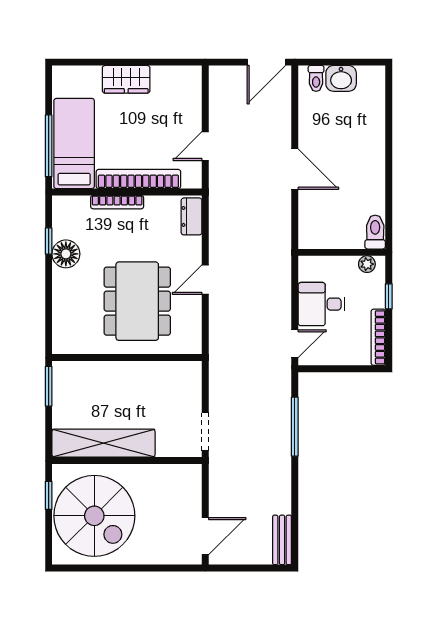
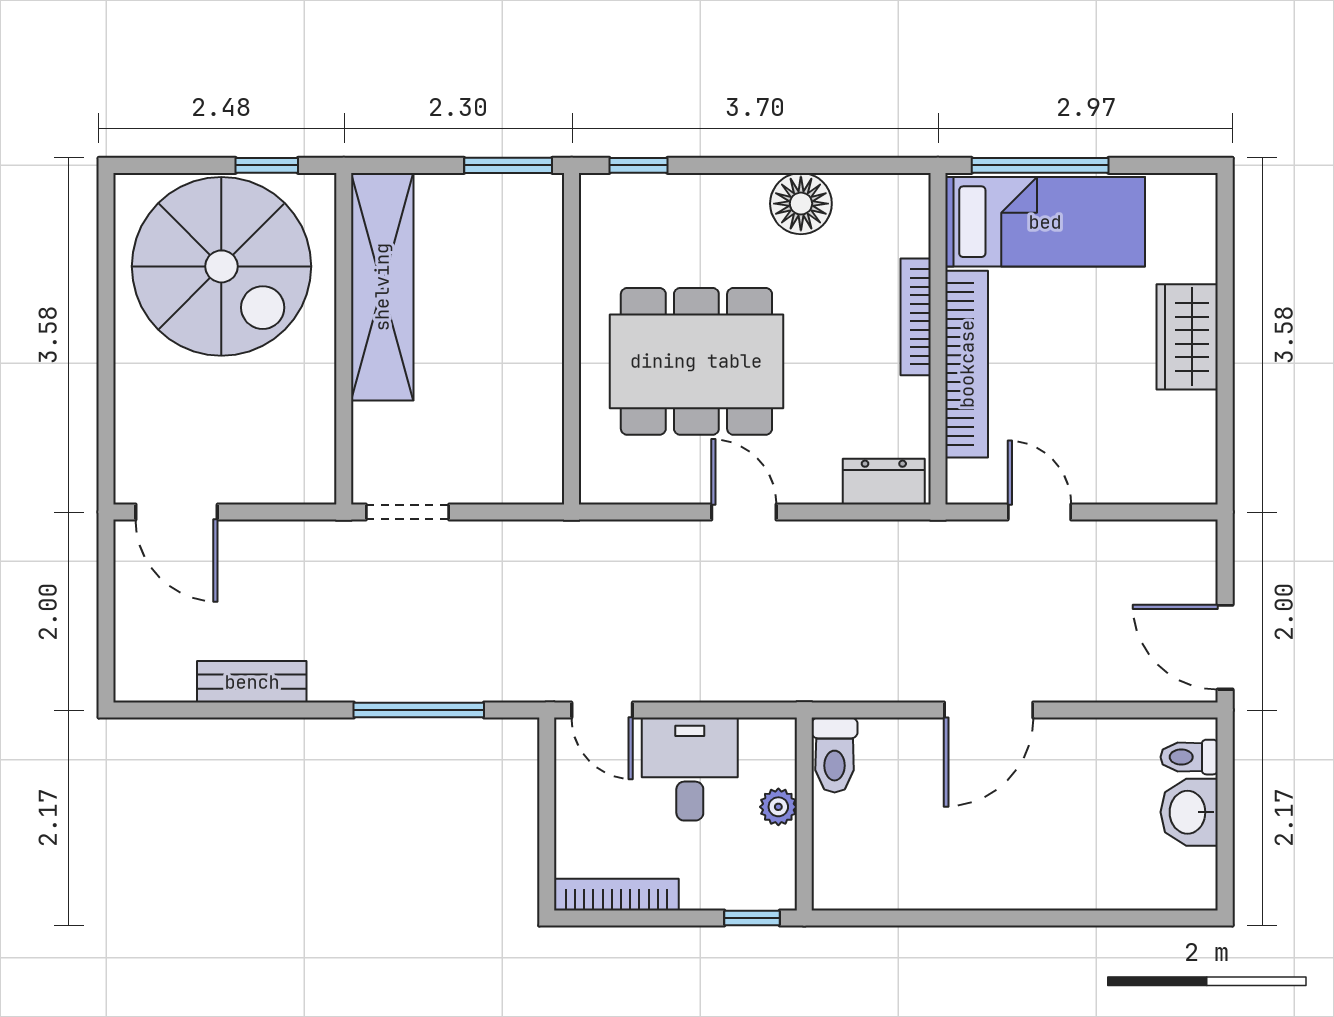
toilet: (375, 232) -> (835, 755), moved, turned 90
window: (49, 241) -> (638, 165), moved
plant: (367, 264) -> (778, 807), moved
window: (389, 296) -> (752, 918), moved
spiral stairs: (94, 516) -> (221, 266), turned -90
bench: (282, 540) -> (252, 682), moved

